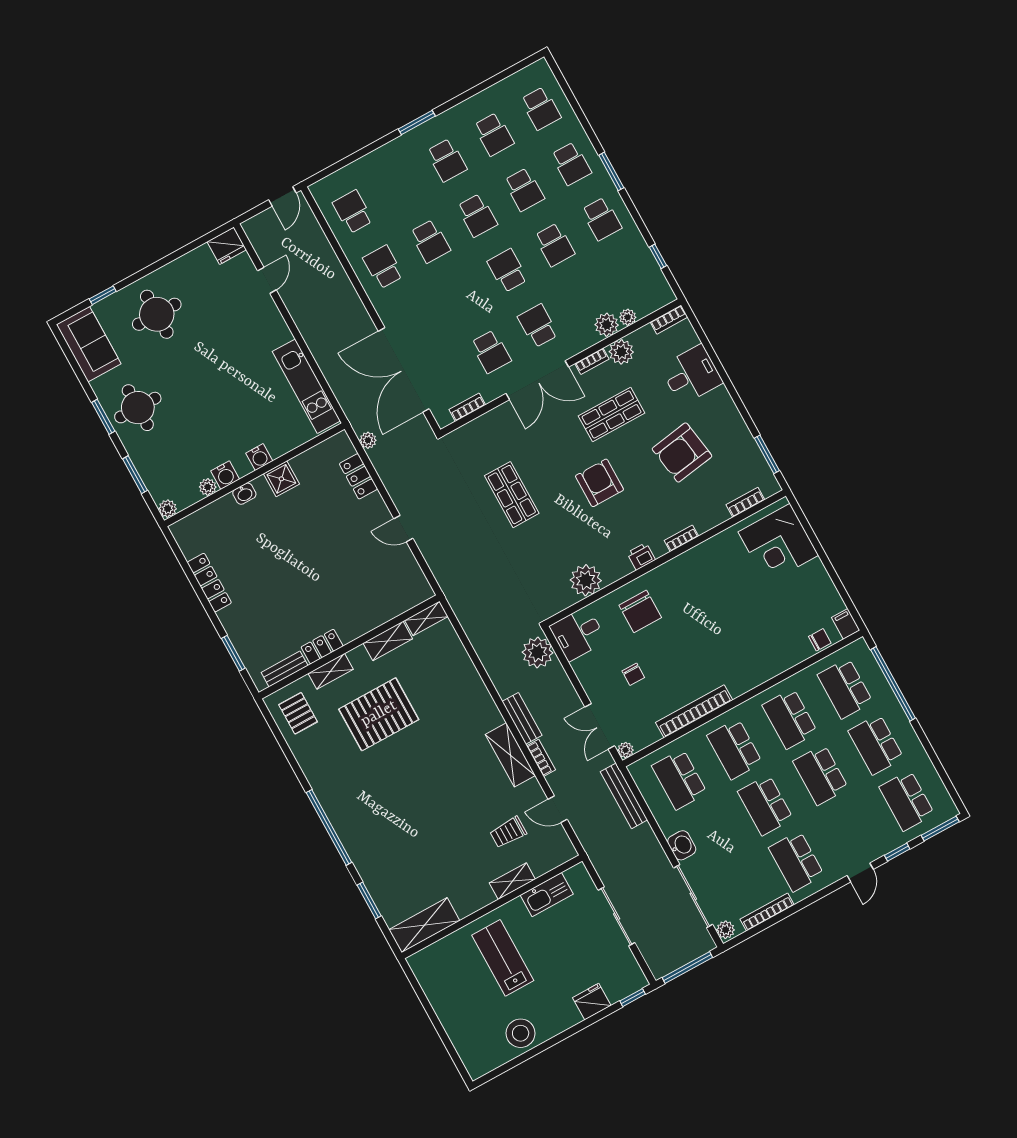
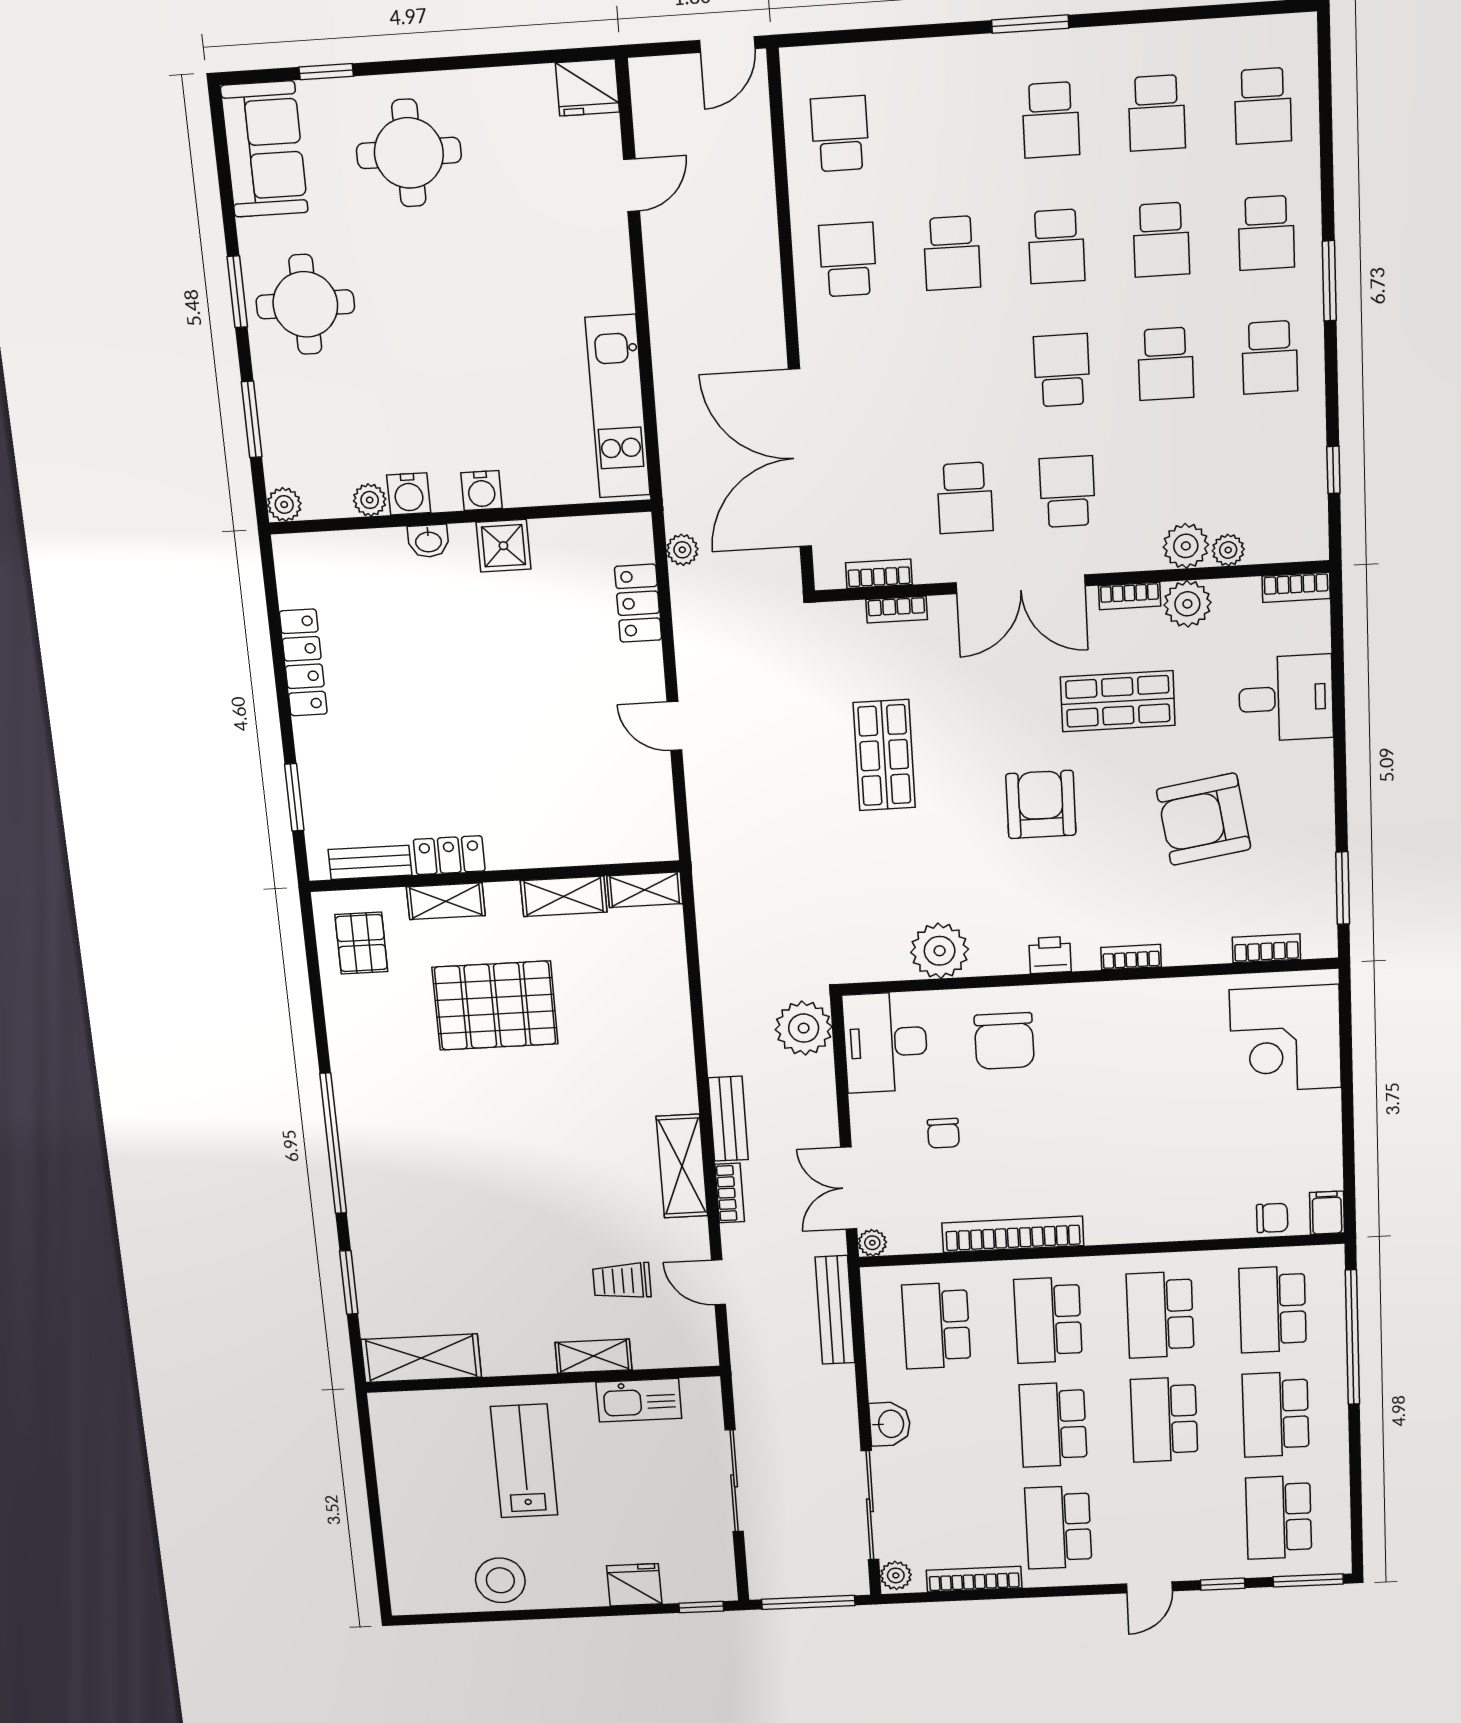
bookcase: (484, 420) -> (897, 610), added
desk: (578, 634) -> (885, 1042), width x1.37

